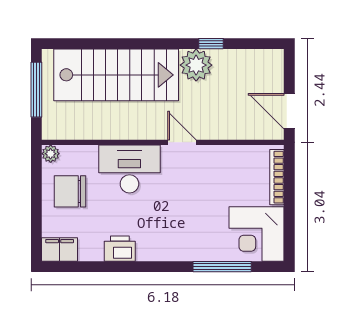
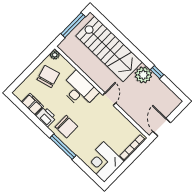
chair: (70, 191) -> (48, 76), turned 75
chair: (160, 235) -> (66, 127), added
filing cabinet: (60, 249) -> (32, 104), moved
window: (222, 267) -> (63, 147), moved

